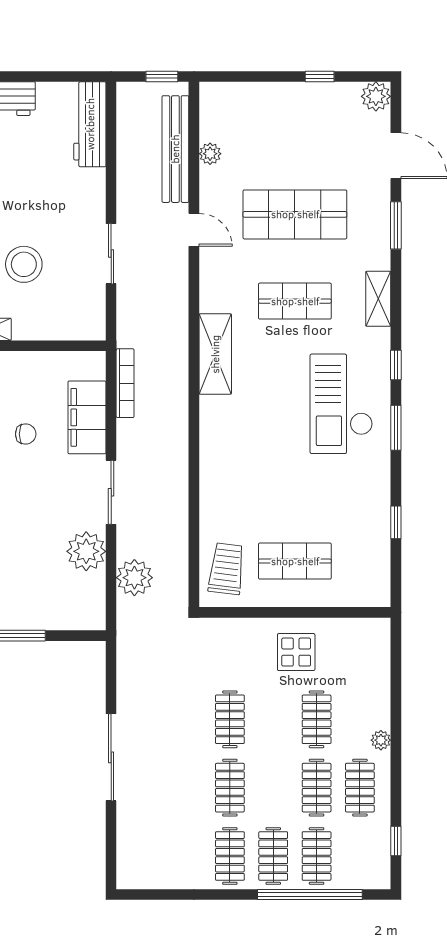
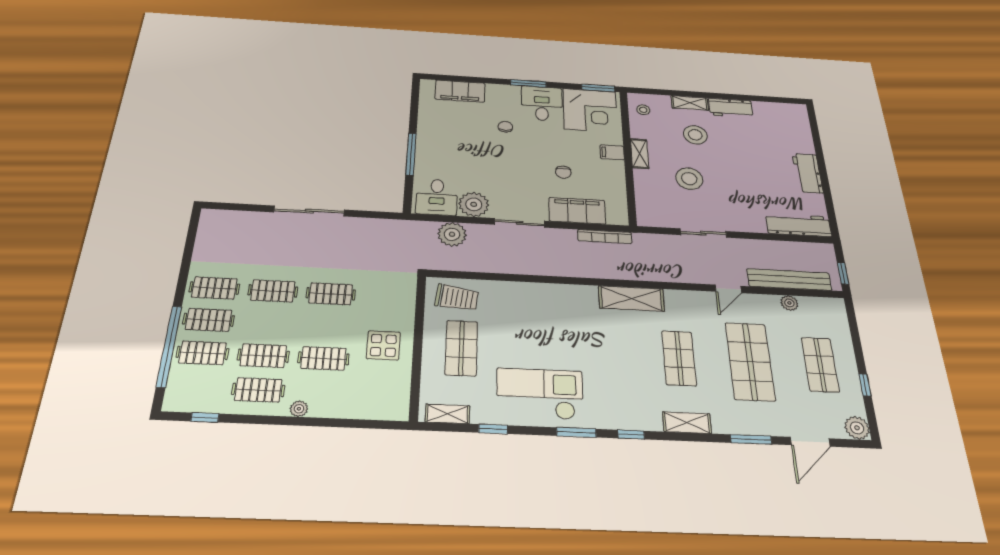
shop shelf: (295, 128) -> (820, 365), added
checkout: (341, 404) -> (540, 394), moved
shelving: (380, 574) -> (447, 414), added
desk: (78, 599) -> (437, 197), added

